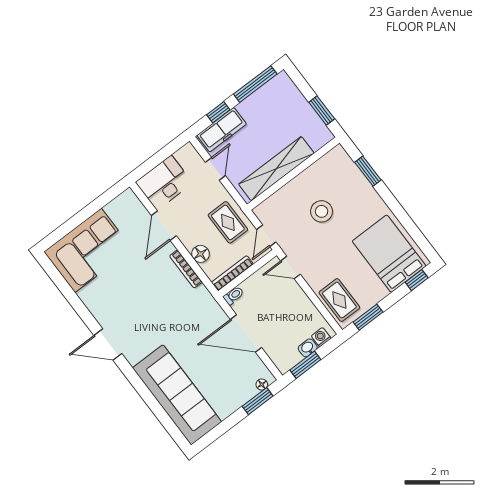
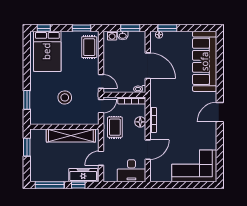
door: (108, 345) -> (220, 112), swing flipped

